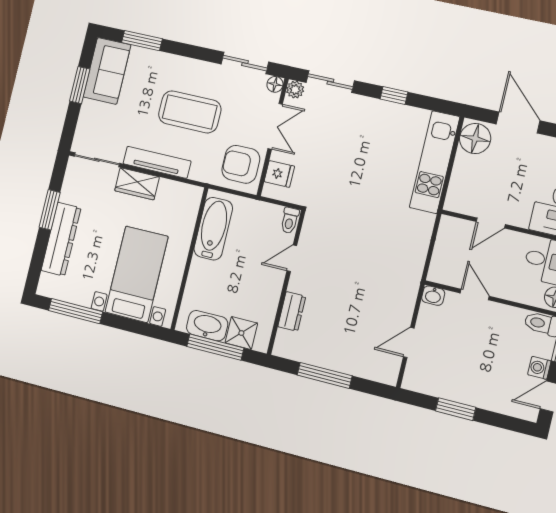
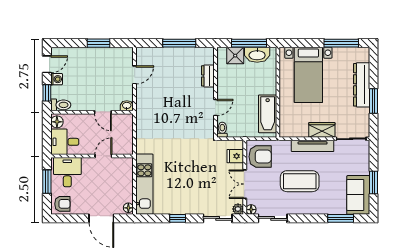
floor lamp: (475, 139) -> (128, 208), width x0.53, depth x0.53

